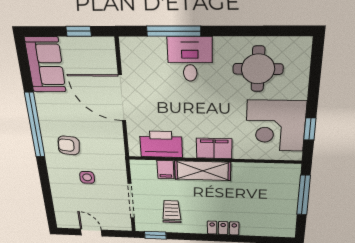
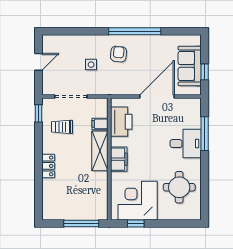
sofa: (45, 65) -> (190, 66), moved, turned 90
trolley: (172, 212) -> (62, 127), turned 180

